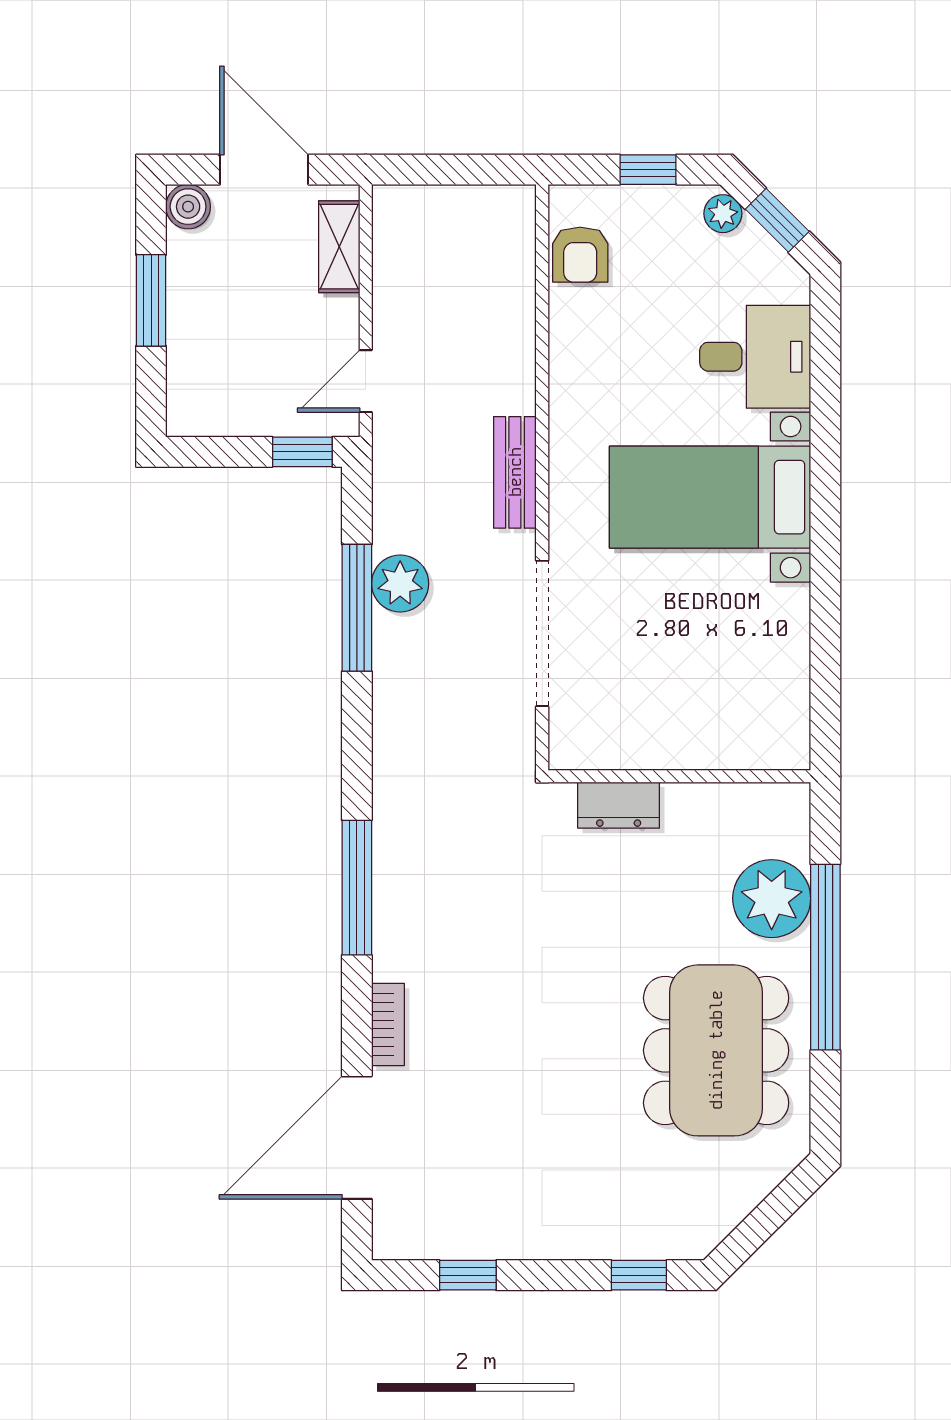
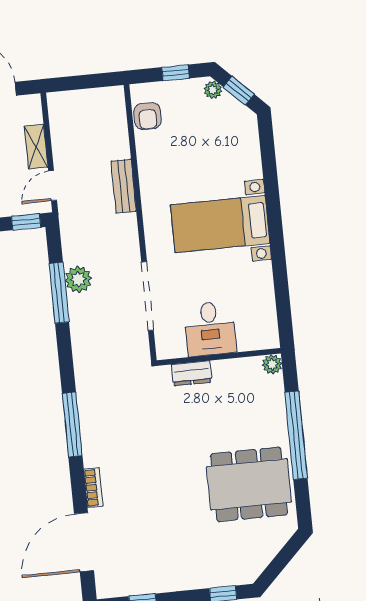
shelving: (339, 247) -> (36, 147), moved
desk: (755, 357) -> (210, 329), moved, turned 90
bench: (515, 472) -> (124, 186), moved
plant: (772, 899) -> (272, 364), moved, width x0.53, depth x0.53
dining table: (716, 1050) -> (249, 484), turned 90

